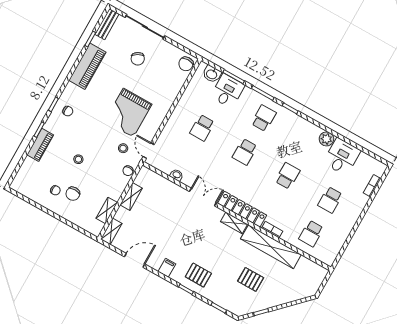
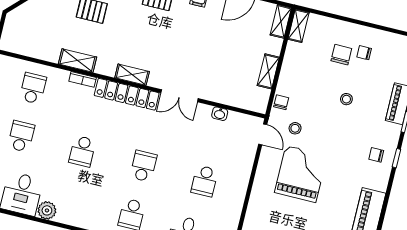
school desk: (202, 128) -> (205, 181), turned 180
shelving: (107, 210) -> (298, 26), moved
shelving: (271, 247) -> (77, 61), width x0.45, depth x0.75

